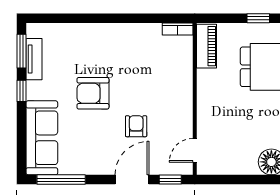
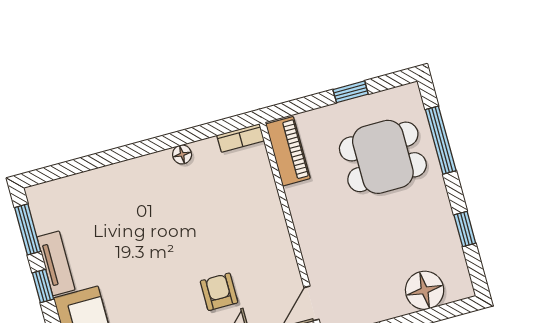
floor lamp: (136, 29) -> (182, 154), added
tv unit: (34, 59) -> (56, 263), moved
armchair: (93, 93) -> (145, 262), removed

